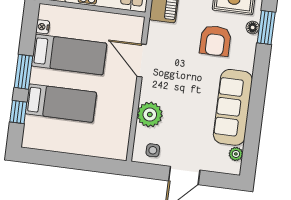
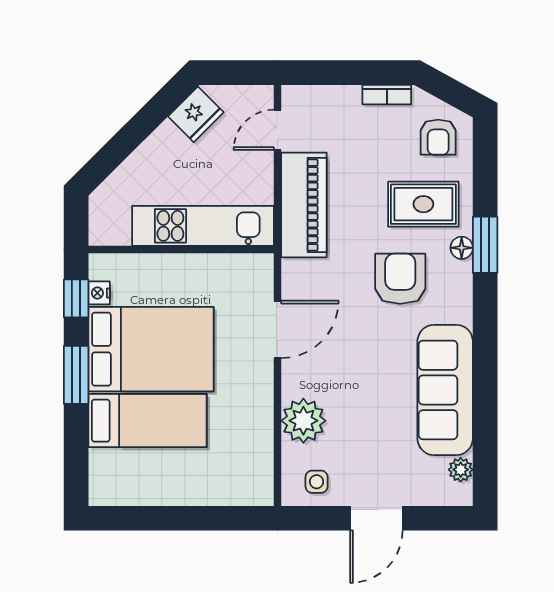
armchair: (215, 41) -> (400, 279), turned 180
bed: (69, 55) -> (151, 349), width x1.50
door: (142, 61) -> (277, 329), swing flipped
window: (18, 112) -> (76, 298), moved

